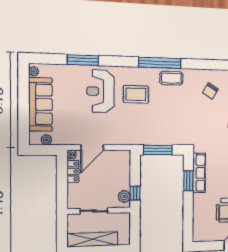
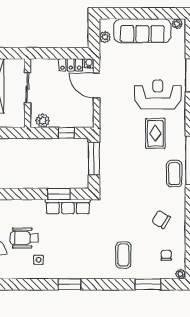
window: (135, 193) -> (66, 133), moved

